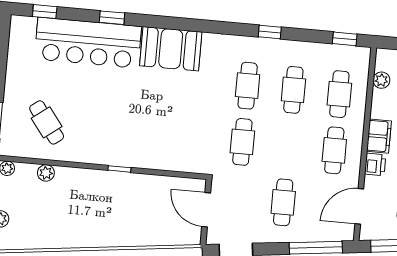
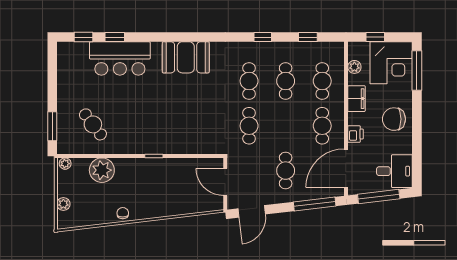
window: (112, 18) -> (115, 37), moved
window: (345, 39) -> (308, 37), moved
bar counter: (88, 43) -> (120, 58), width x0.73
filing cabinet: (379, 136) -> (356, 99), moved
plant: (46, 173) -> (102, 170), width x1.88, depth x1.88
door: (359, 206) -> (346, 168), width x1.36
chair: (74, 237) -> (123, 213), added

